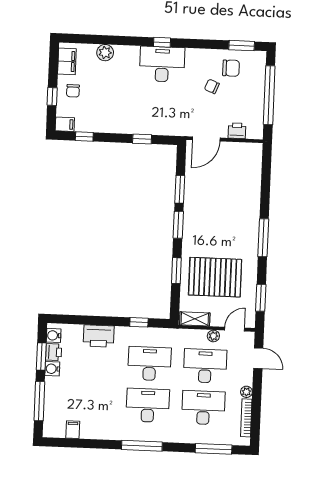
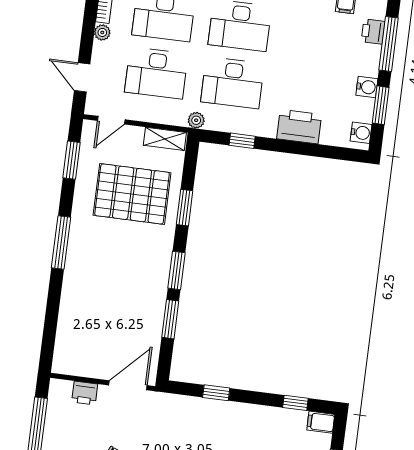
plant: (213, 336) -> (196, 120), moved
printer: (54, 352) -> (373, 32), moved

